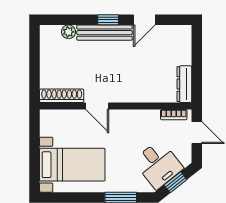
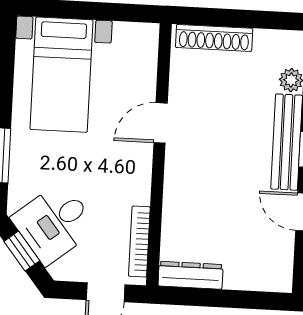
shoe rack: (62, 96) -> (214, 38), moved, turned 90
bookcase: (174, 115) -> (139, 242), width x1.56

